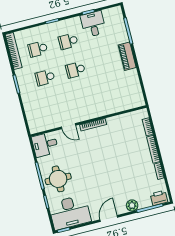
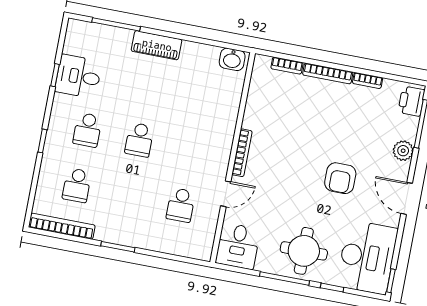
school desk: (45, 77) -> (181, 205), moved
washbasin: (138, 98) -> (232, 59), added
armchair: (103, 180) -> (340, 178), added

